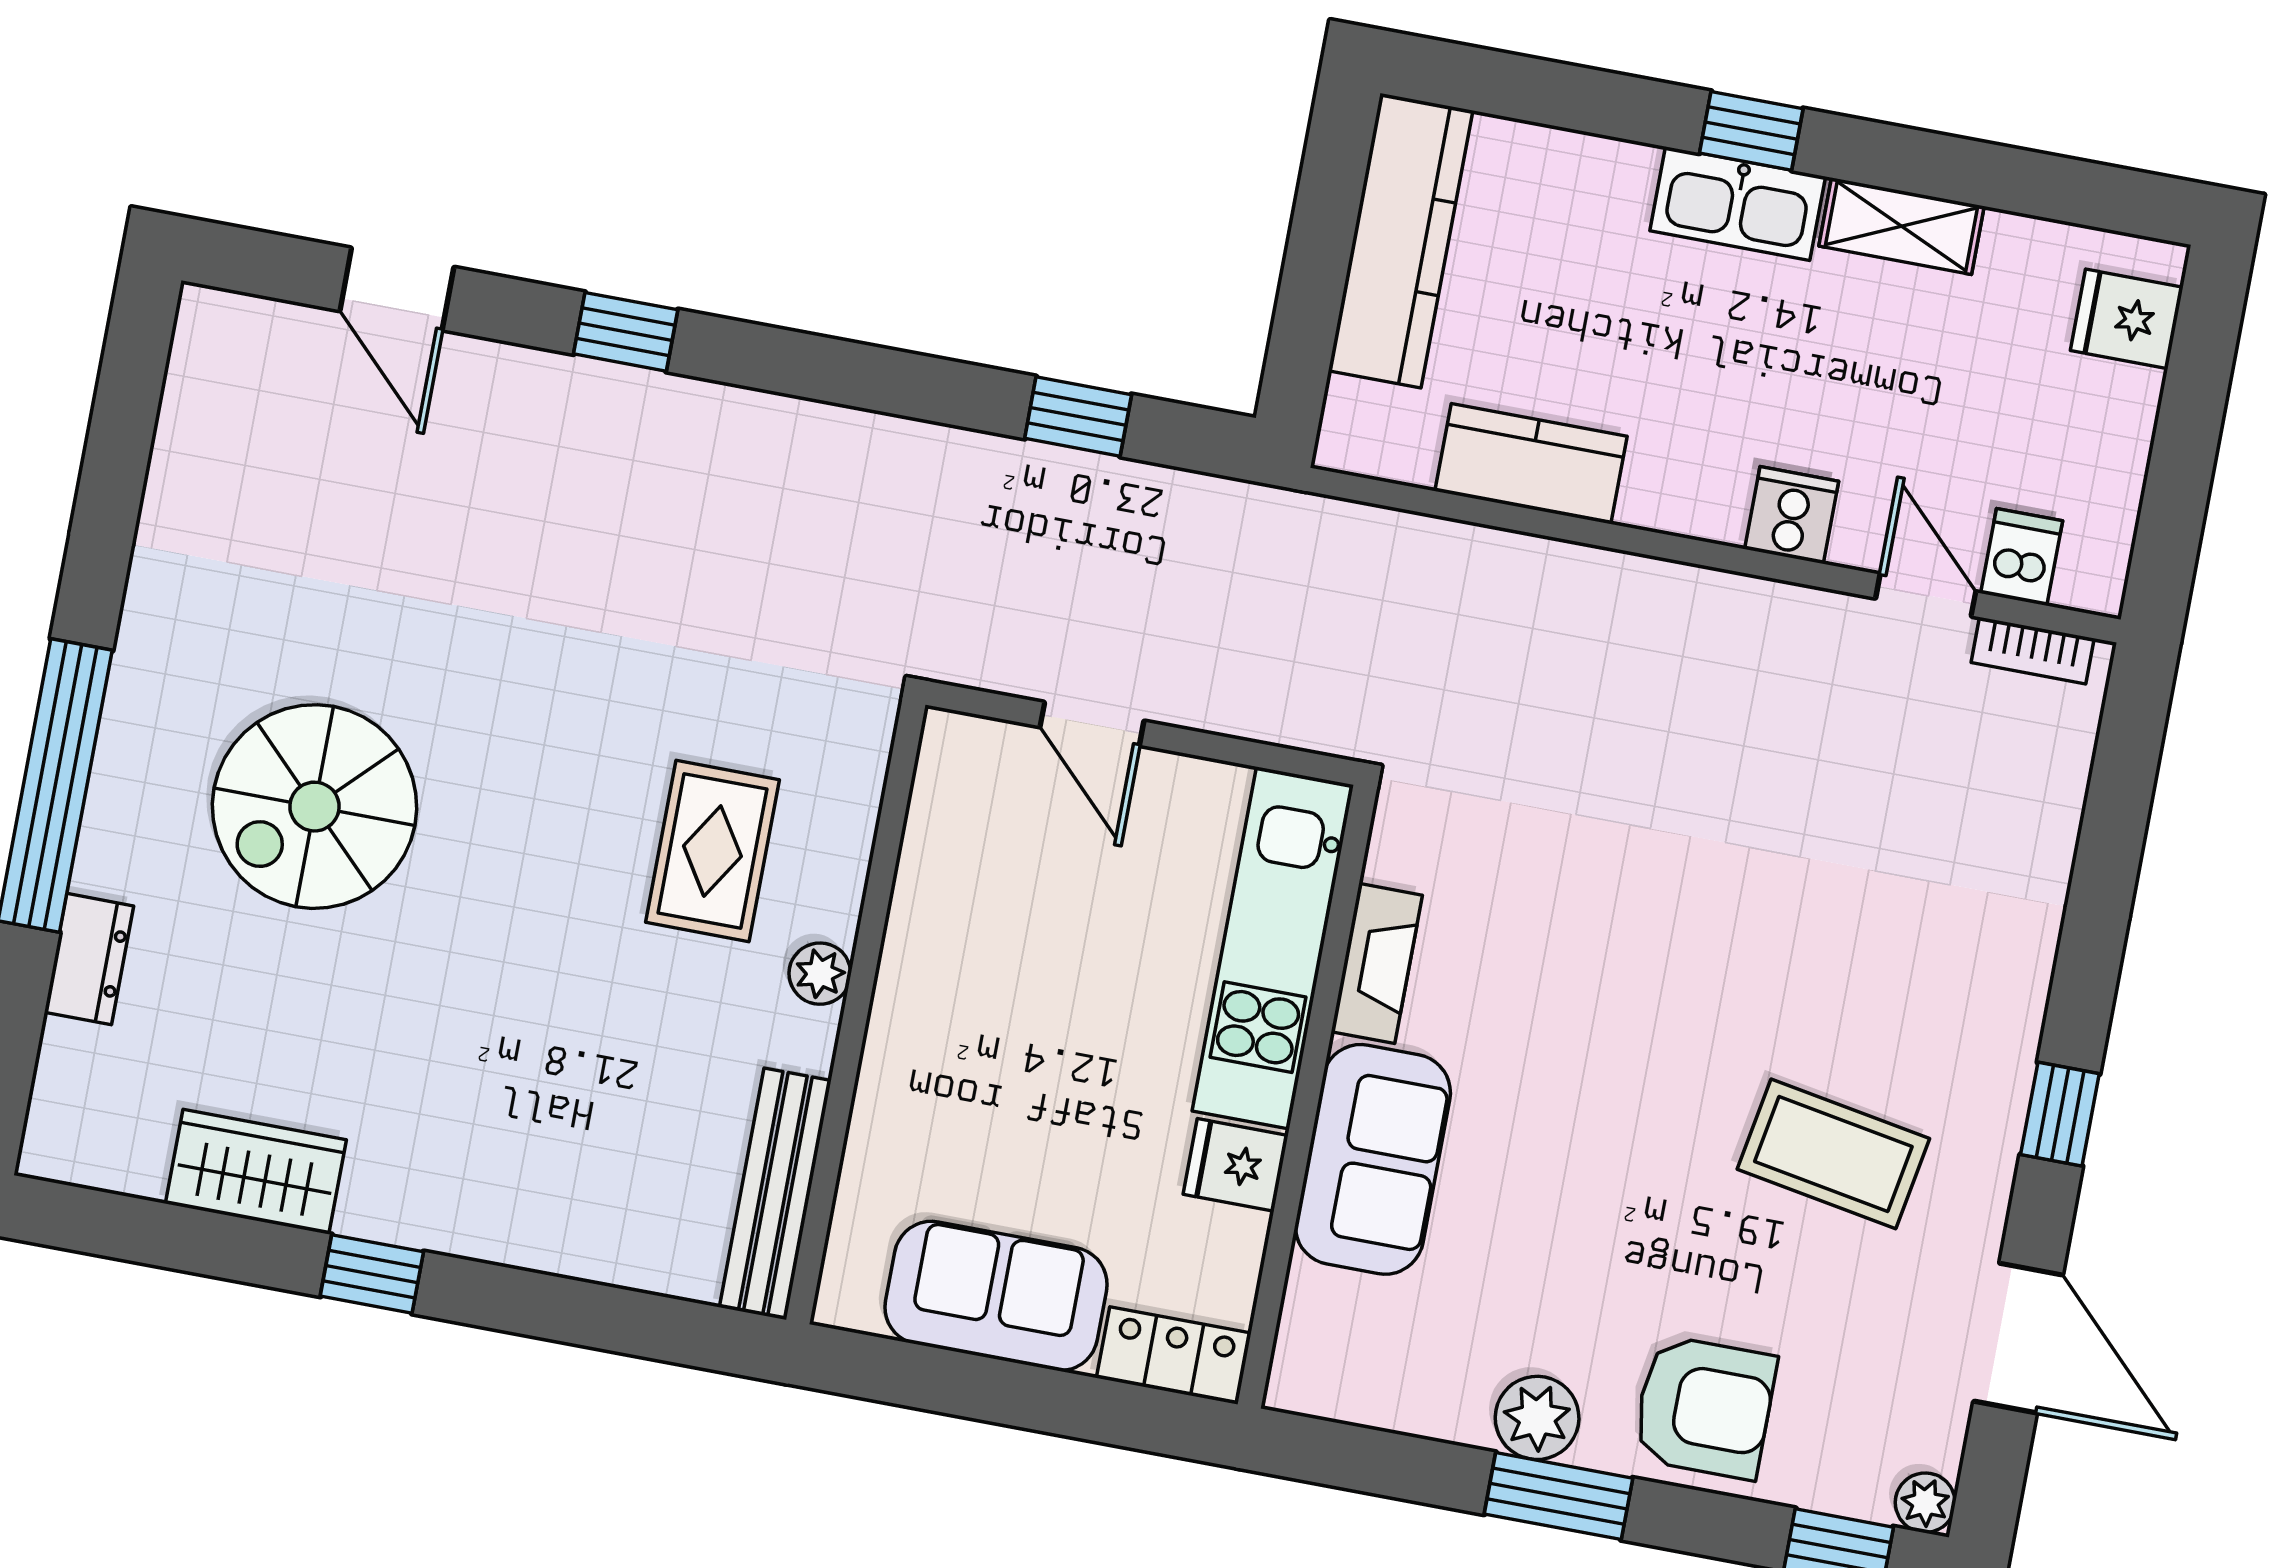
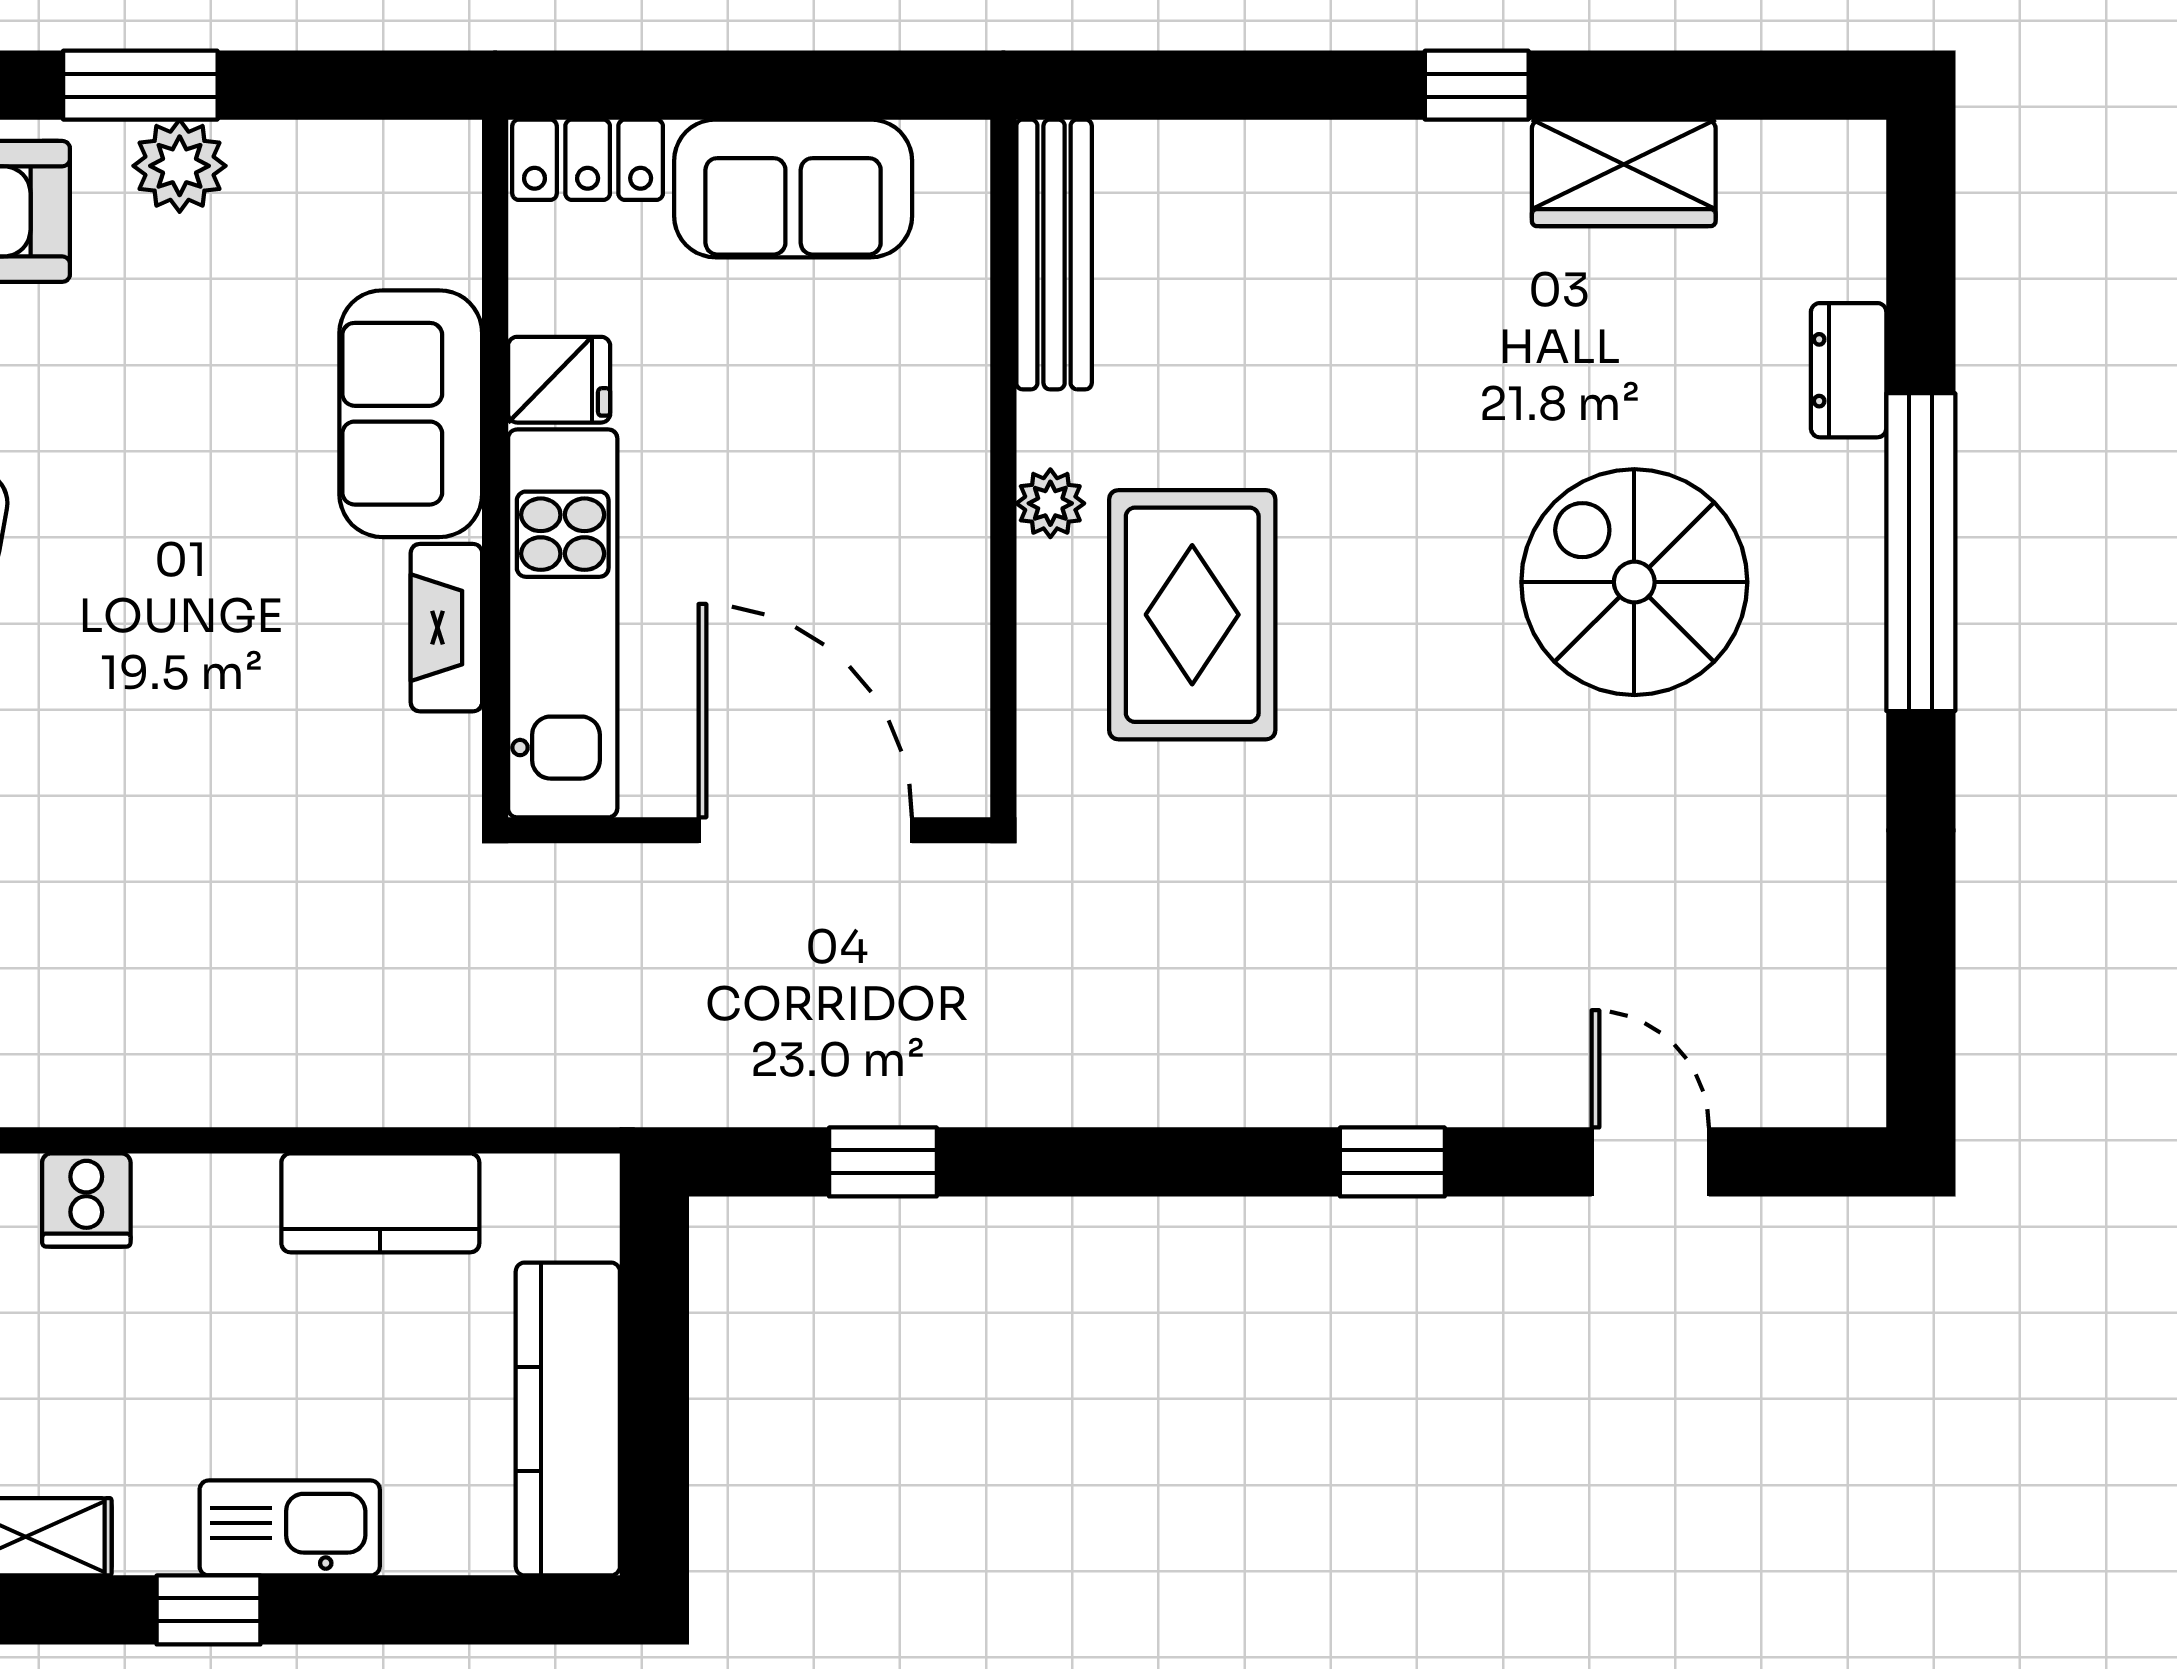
kitchen sink: (1738, 204) -> (290, 1528), moved
door: (1092, 724) -> (805, 830), width x1.87
spiral stairs: (314, 807) -> (1634, 582), turned -90
rug: (712, 851) -> (1192, 615), width x1.36, depth x1.43

